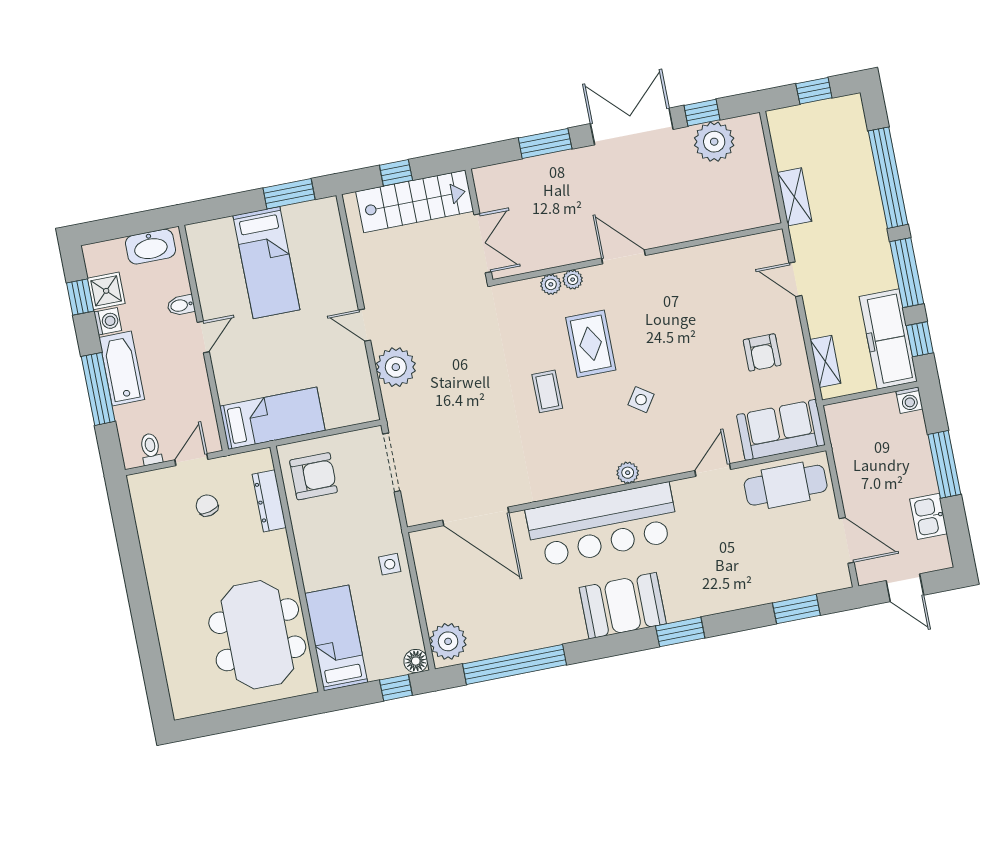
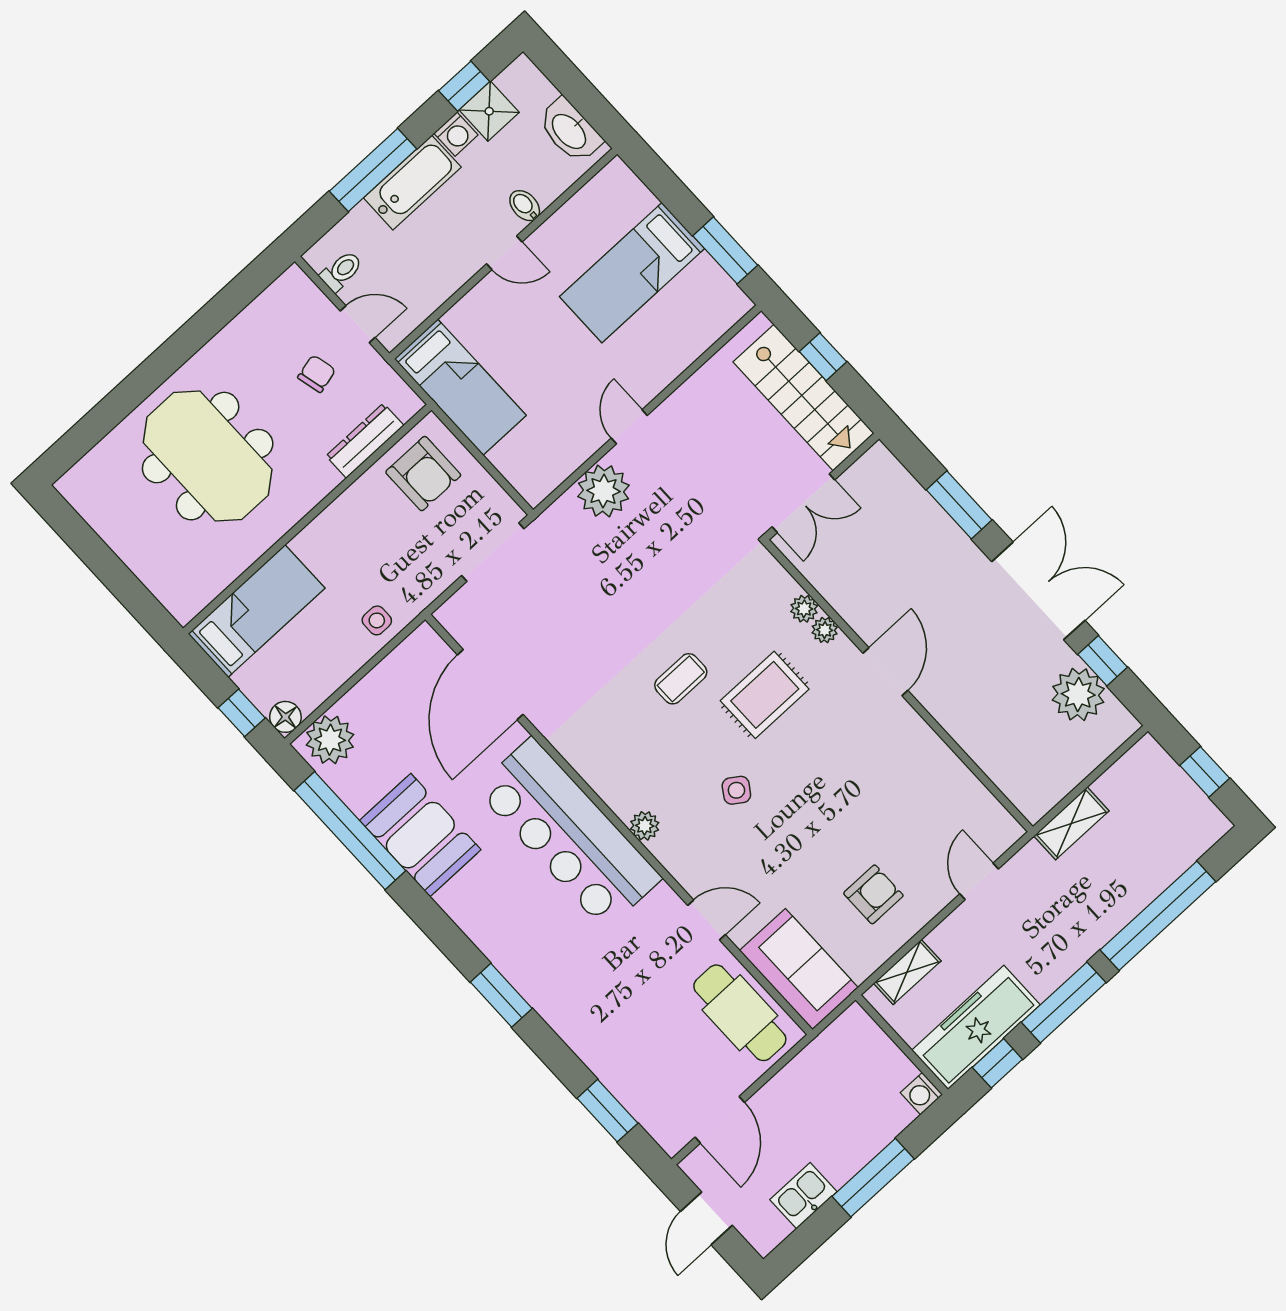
armchair: (762, 352) -> (873, 894), turned 180
booth: (623, 606) -> (420, 835), moved
meeting table: (257, 635) -> (208, 456), moved, turned 90

